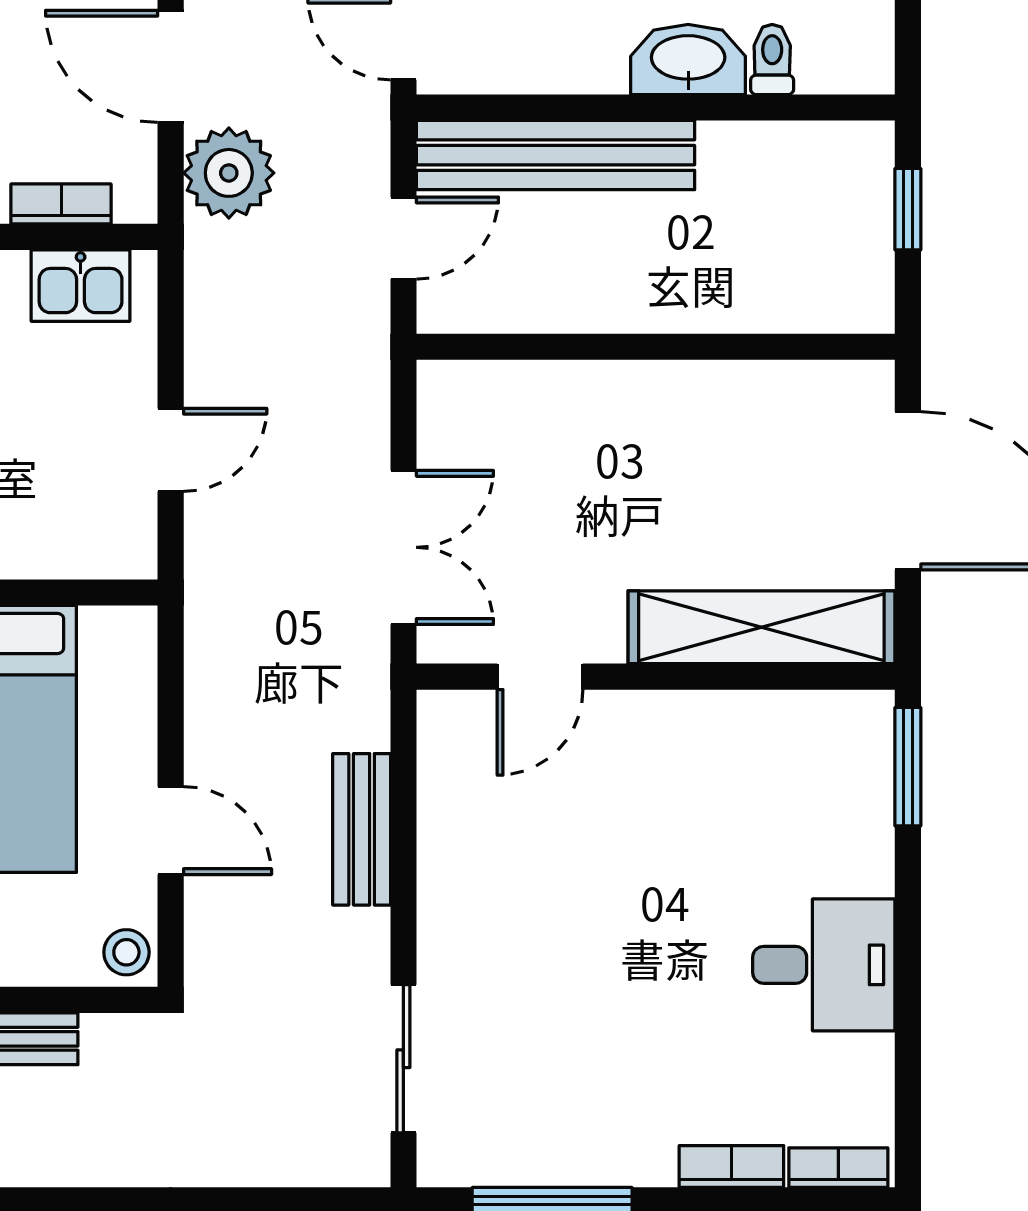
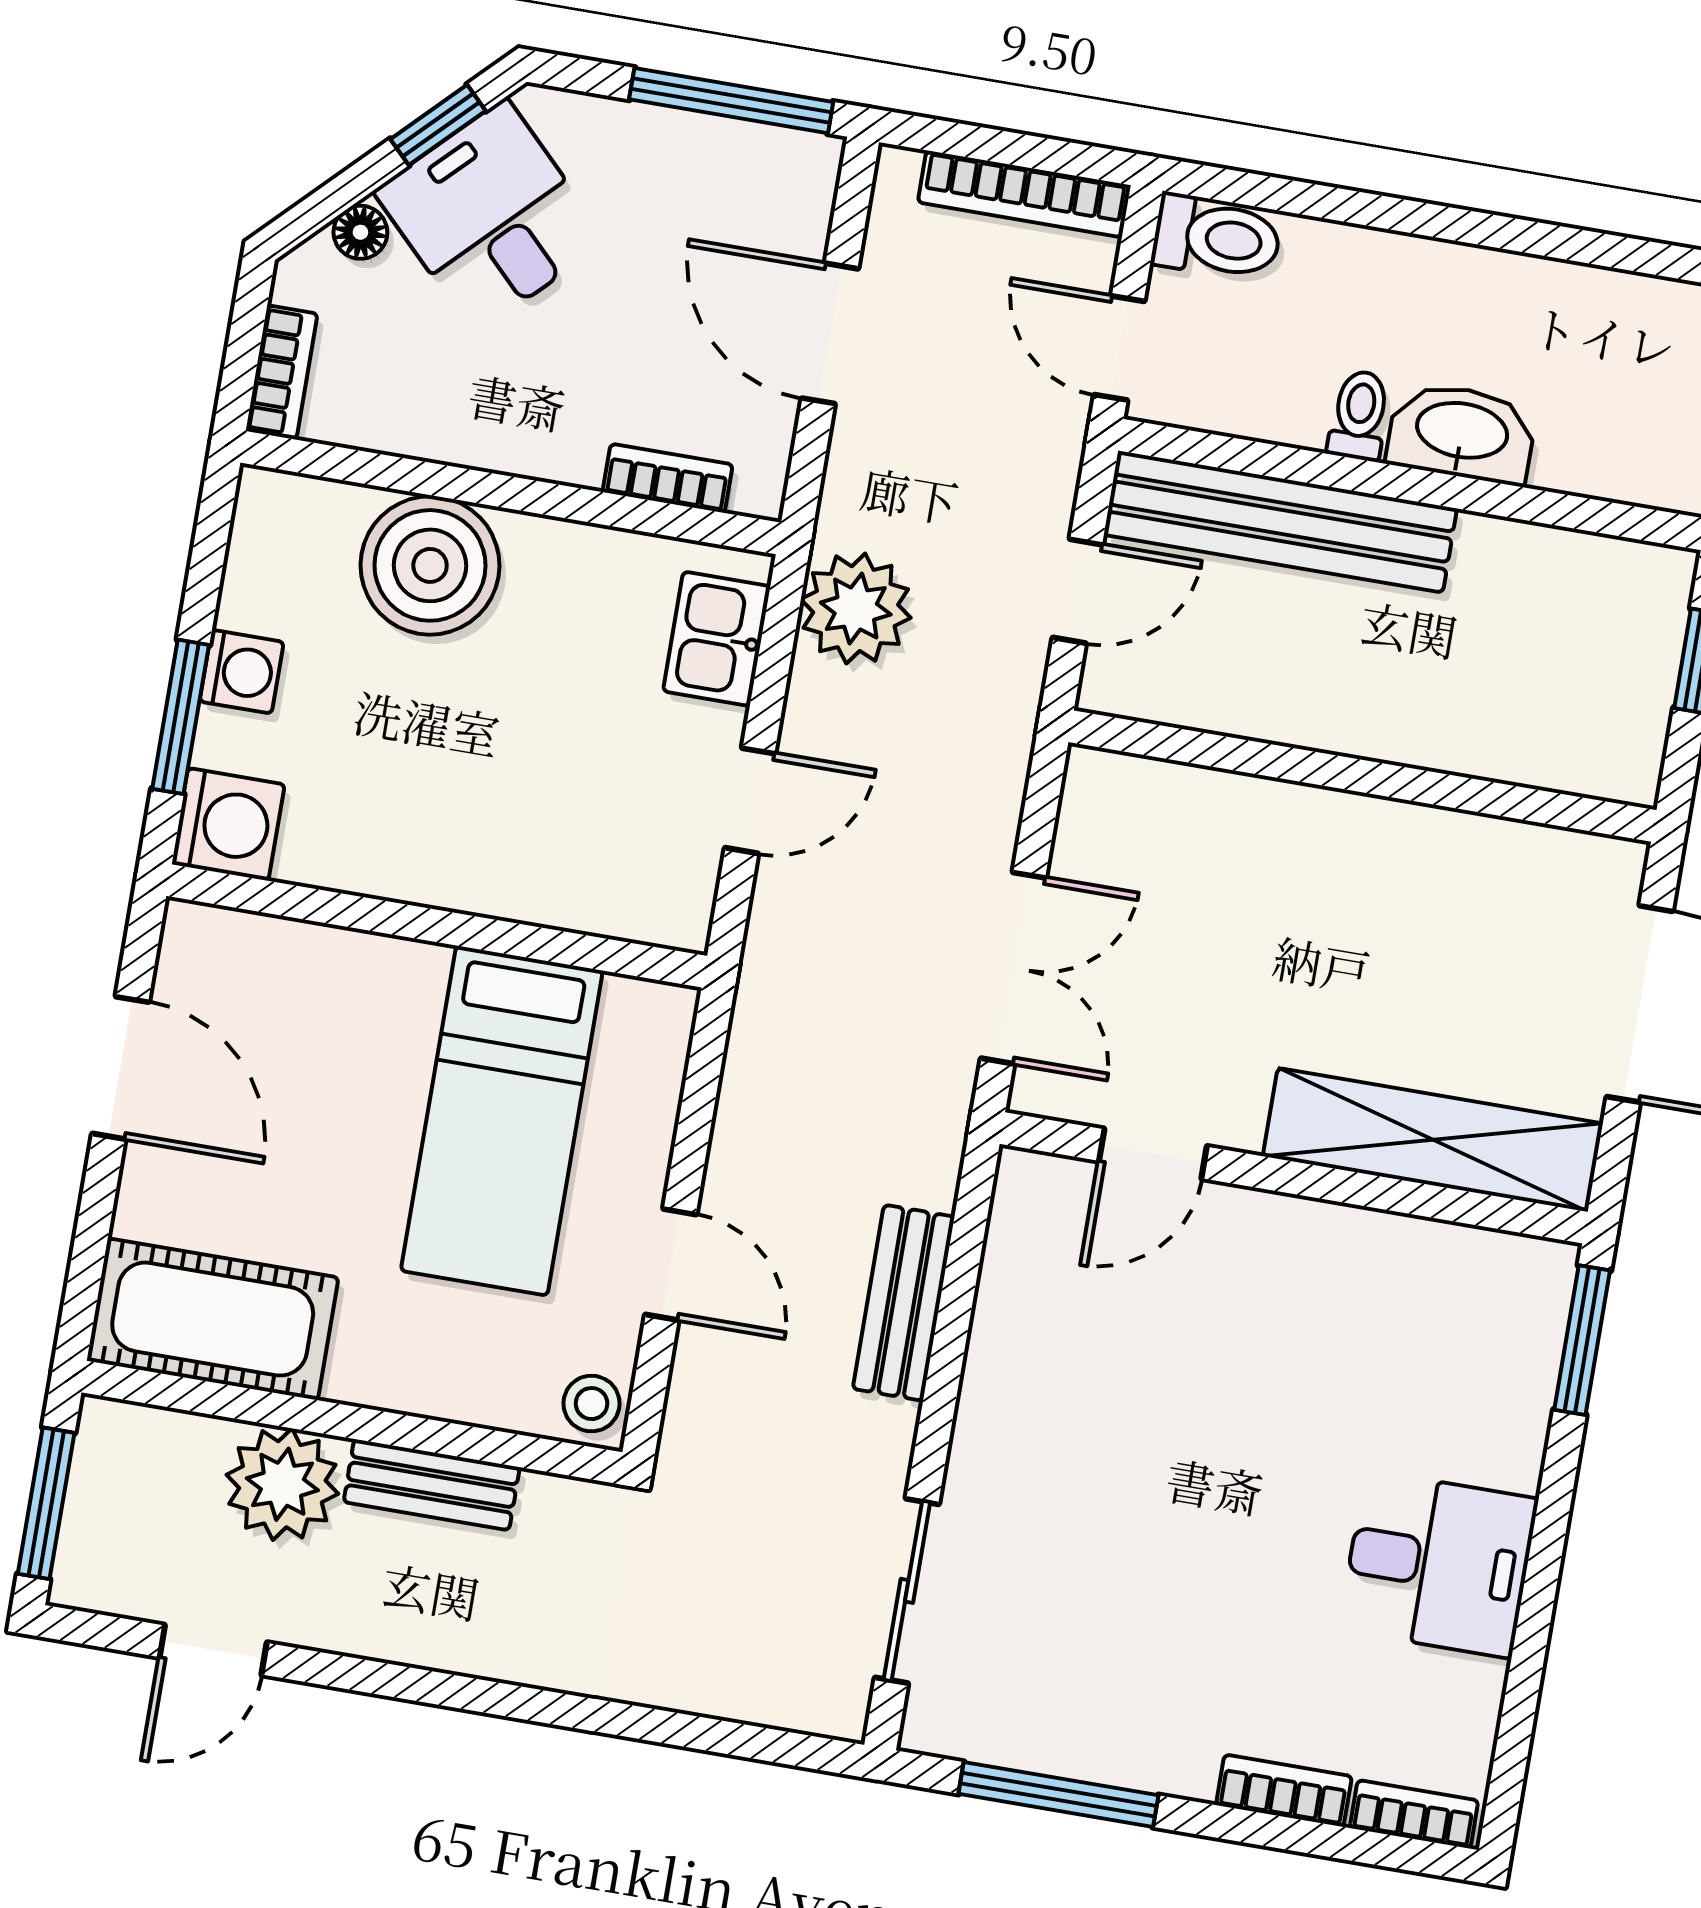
toilet: (772, 59) -> (1359, 415), moved
plant: (229, 173) -> (856, 609), moved
kitchen sink: (81, 286) -> (717, 639), moved, turned 90

